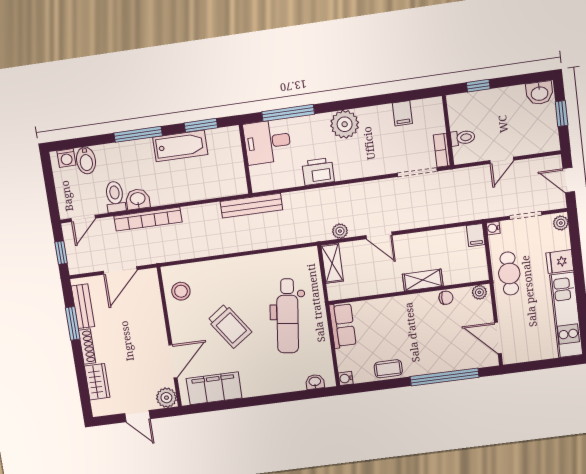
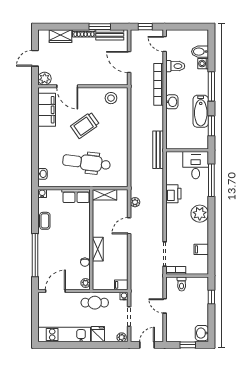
washing machine: (66, 158) -> (203, 64), moved
washbasin: (138, 199) -> (172, 102), moved
shelving: (332, 263) -> (105, 195), moved

